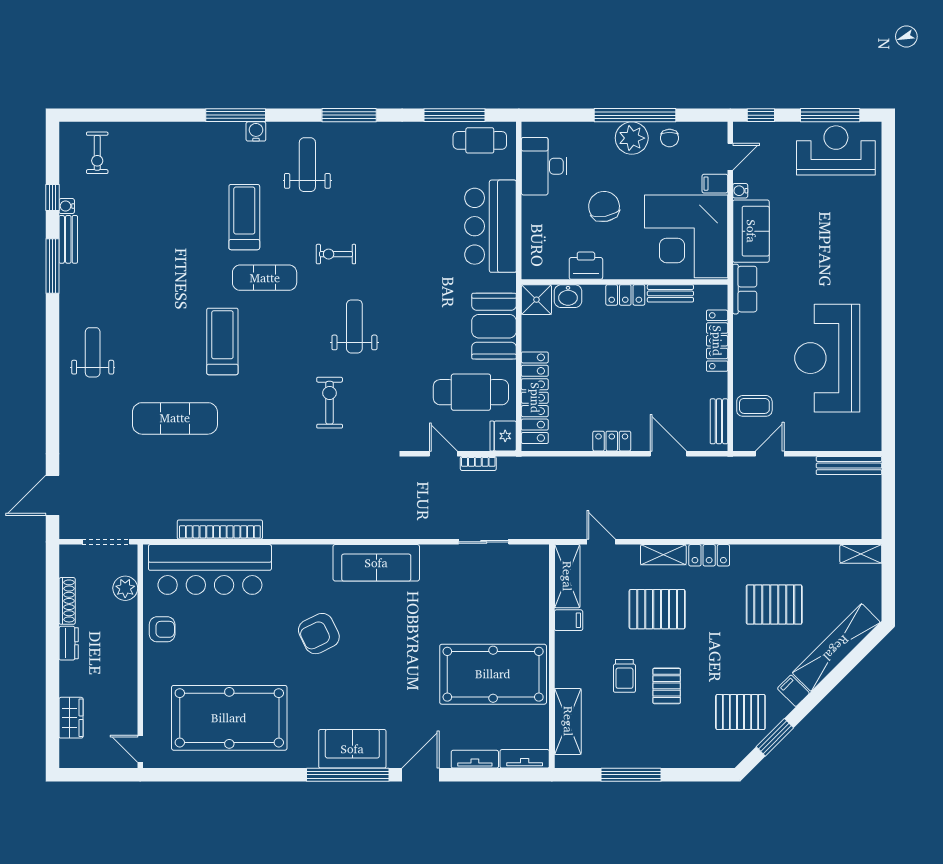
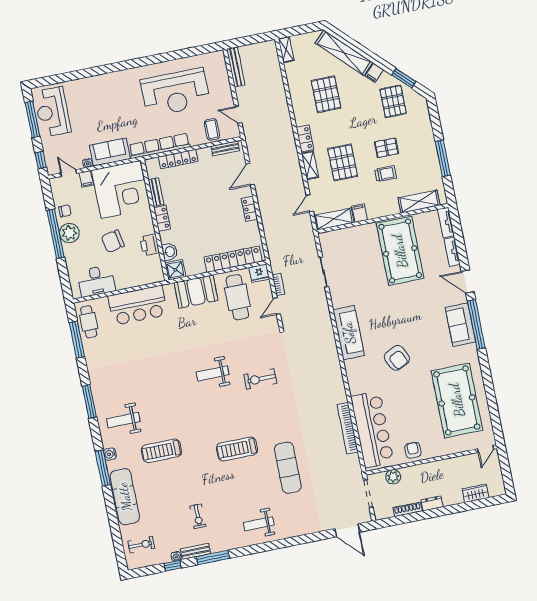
exercise bike: (336, 254) -> (198, 516), moved
exercise mat: (265, 278) -> (125, 497), moved, width x1.36, depth x1.45
row of seats: (745, 289) -> (159, 146), width x2.02

